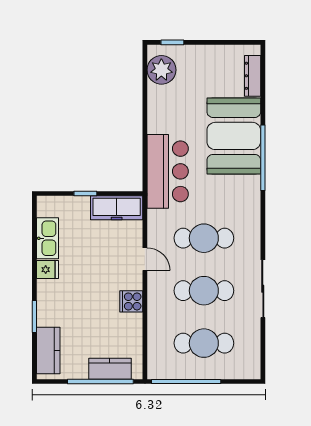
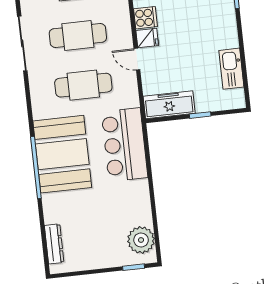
booth: (234, 136) -> (62, 154), moved
fridge: (47, 270) -> (147, 38), moved, turned 180

